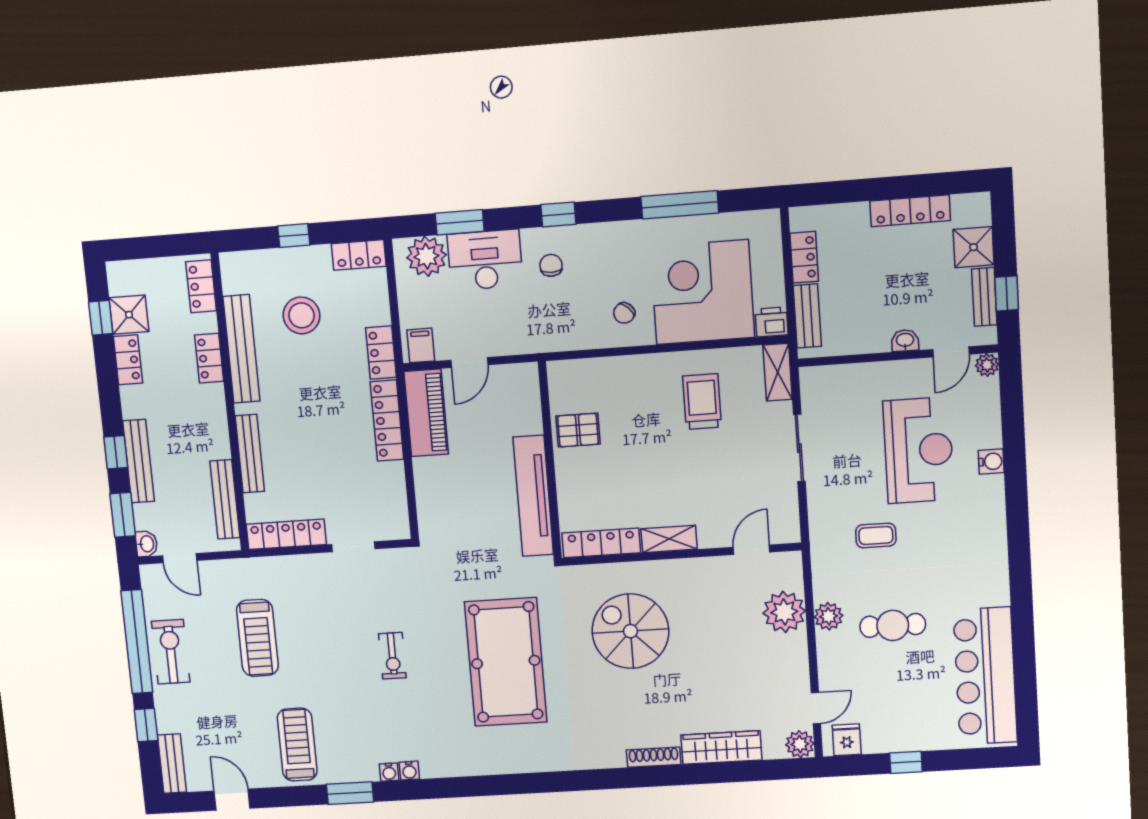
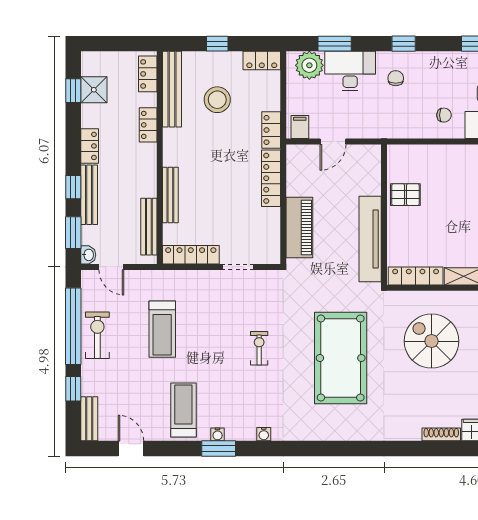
chair: (624, 313) -> (444, 115), turned -134
bench: (241, 349) -> (172, 89), moved
locker: (128, 360) -> (90, 146), moved
piano: (426, 413) -> (299, 227), moved
exercise bike: (392, 656) -> (259, 348), turned 180
water cooler: (389, 772) -> (218, 434), moved

